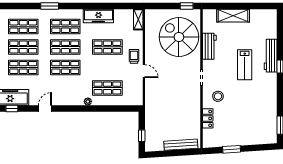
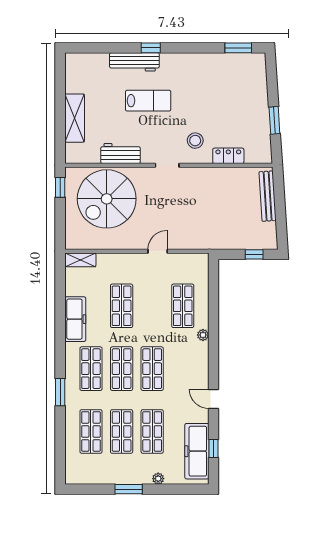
trolley: (134, 56) -> (136, 266), removed

